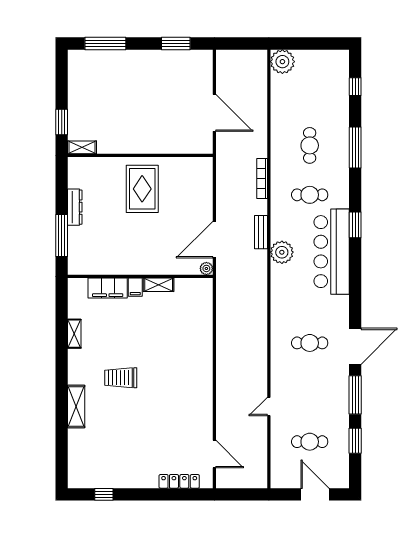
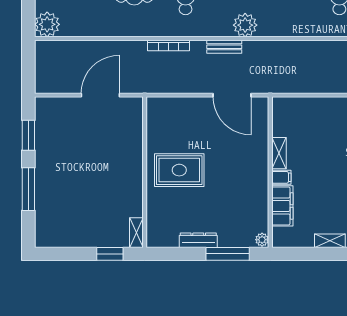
window: (105, 43) -> (28, 189), moved
plant: (206, 268) -> (262, 240), moved

